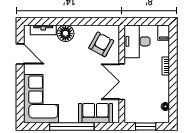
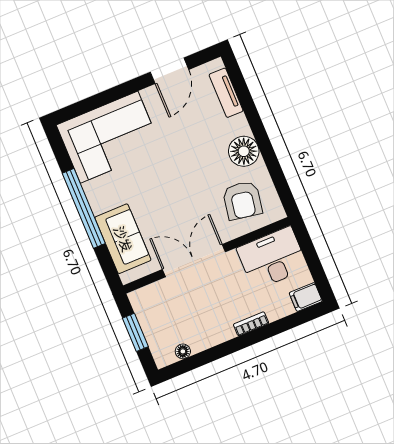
floor lamp: (65, 33) -> (244, 151), moved
armchair: (101, 44) -> (242, 200), turned 71

